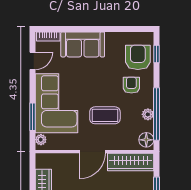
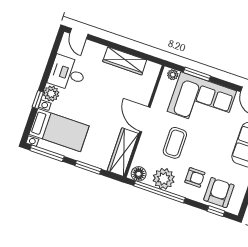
armchair: (138, 57) -> (219, 193), turned -90
plant: (148, 114) -> (164, 179), width x1.87, depth x1.87

